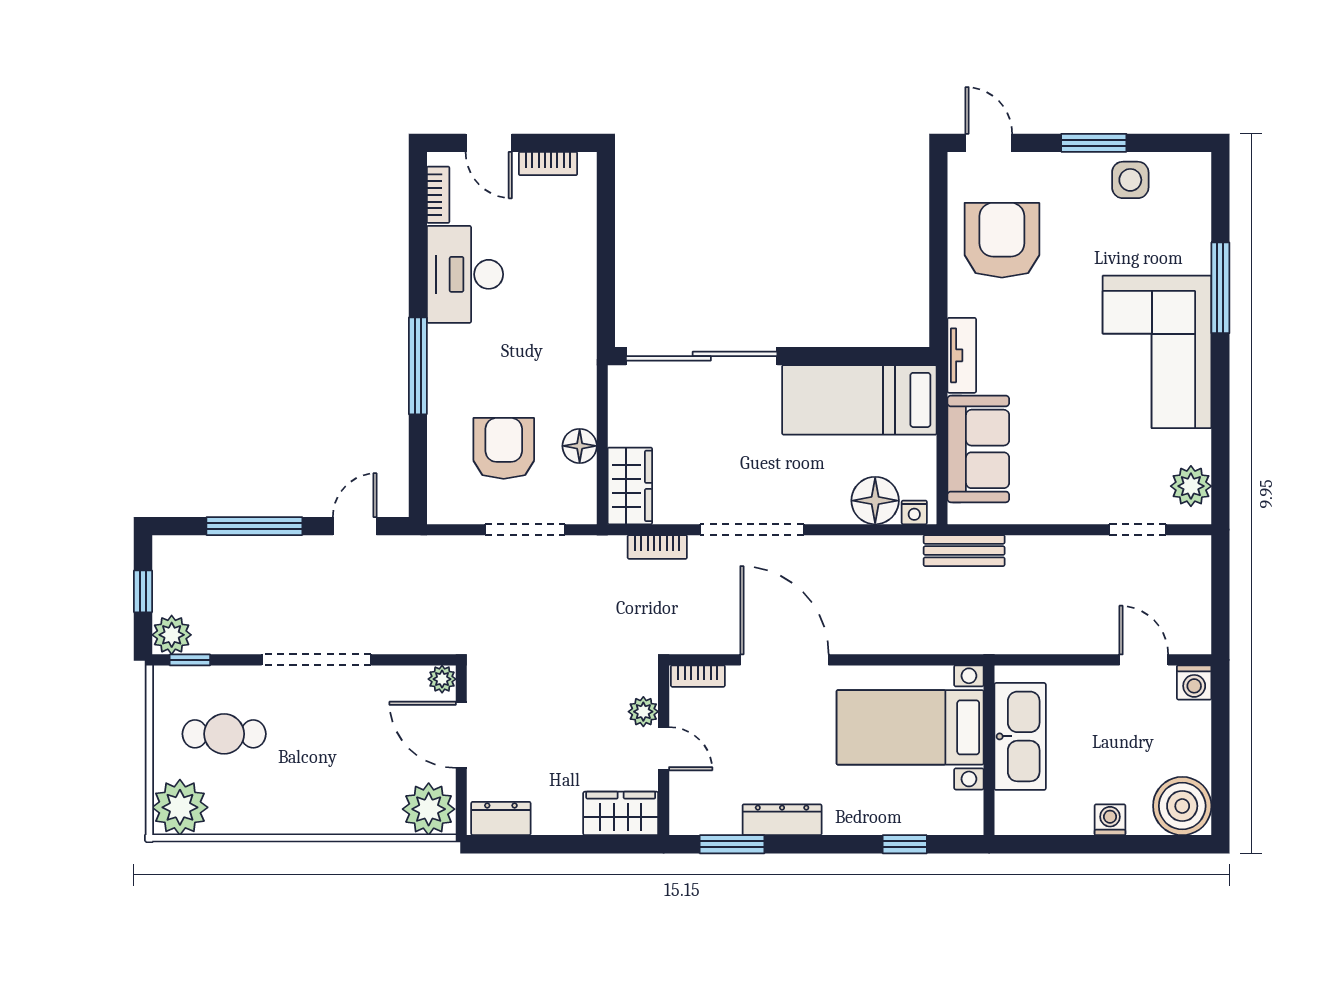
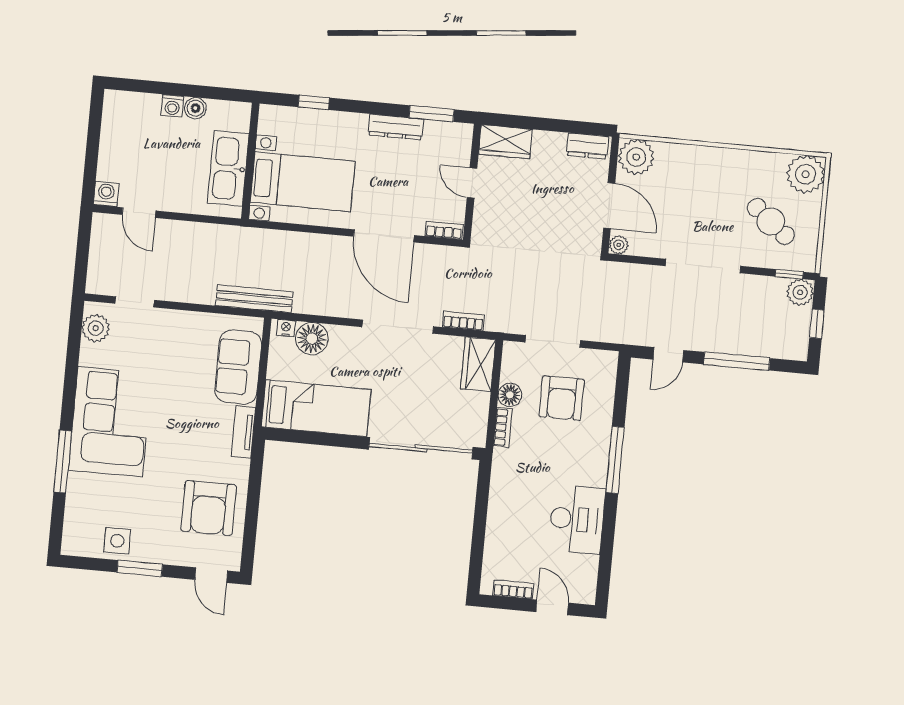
bookcase: (438, 195) -> (503, 427), moved, turned 180
bench: (964, 551) -> (254, 299), width x1.36
plant: (643, 712) -> (484, 210), removed
cafe table: (224, 734) -> (771, 221), turned 39
boiler: (1182, 806) -> (195, 108), moved, width x0.54, depth x0.54

